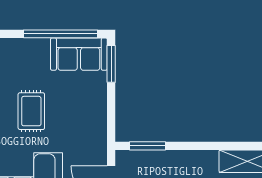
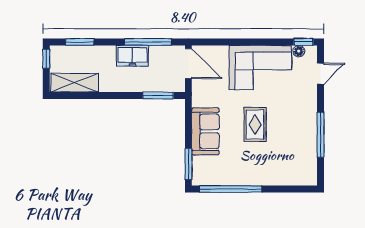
sofa: (79, 54) -> (205, 131), moved, turned 90

